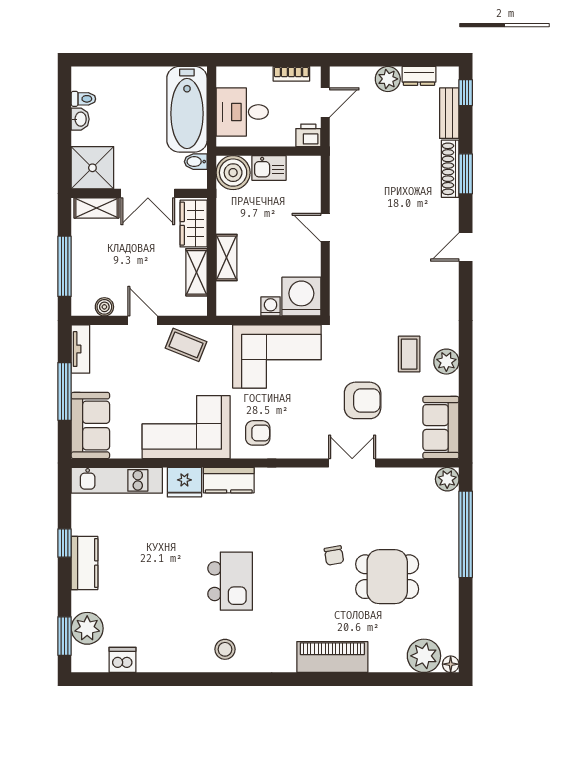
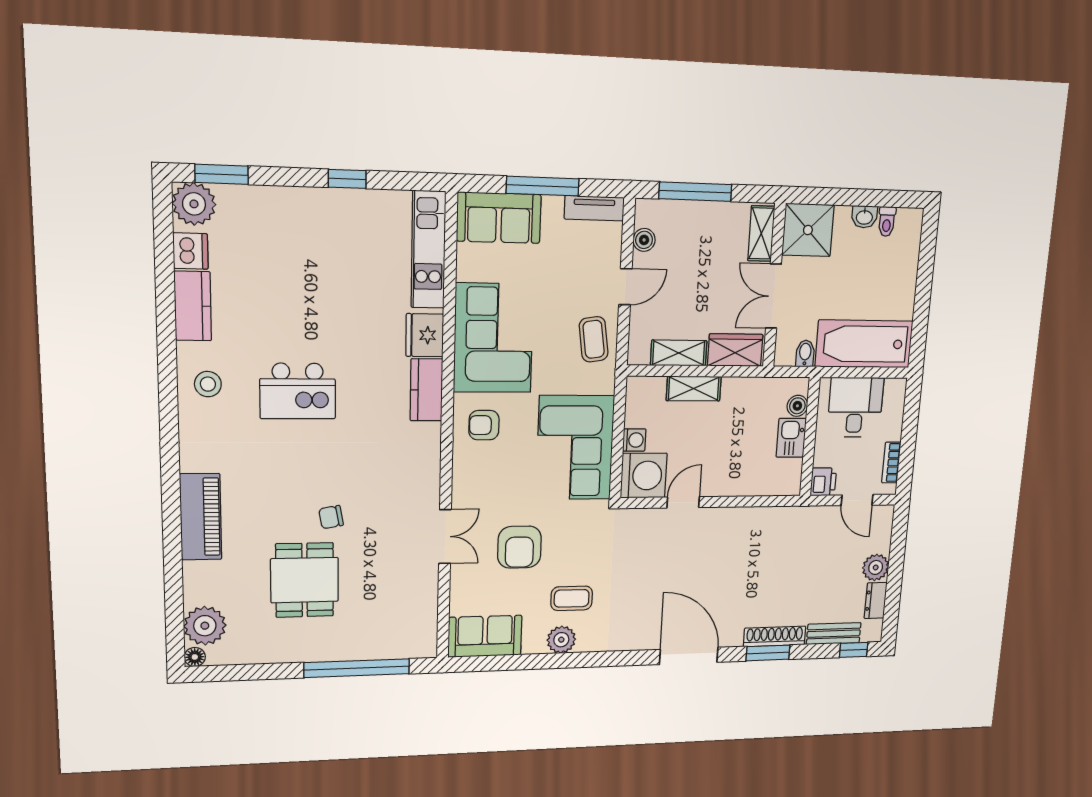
boiler: (233, 173) -> (797, 406), width x0.54, depth x0.54
door: (325, 228) -> (683, 502), moved
door: (466, 247) -> (689, 656), width x1.88
coffee table: (186, 345) -> (594, 339), turned -30
armchair: (258, 433) -> (484, 425), turned 90
plant: (447, 479) -> (424, 645), removed
kitchen counter: (85, 563) -> (193, 306), moved, turned -90
plant: (87, 628) -> (194, 204), moved

